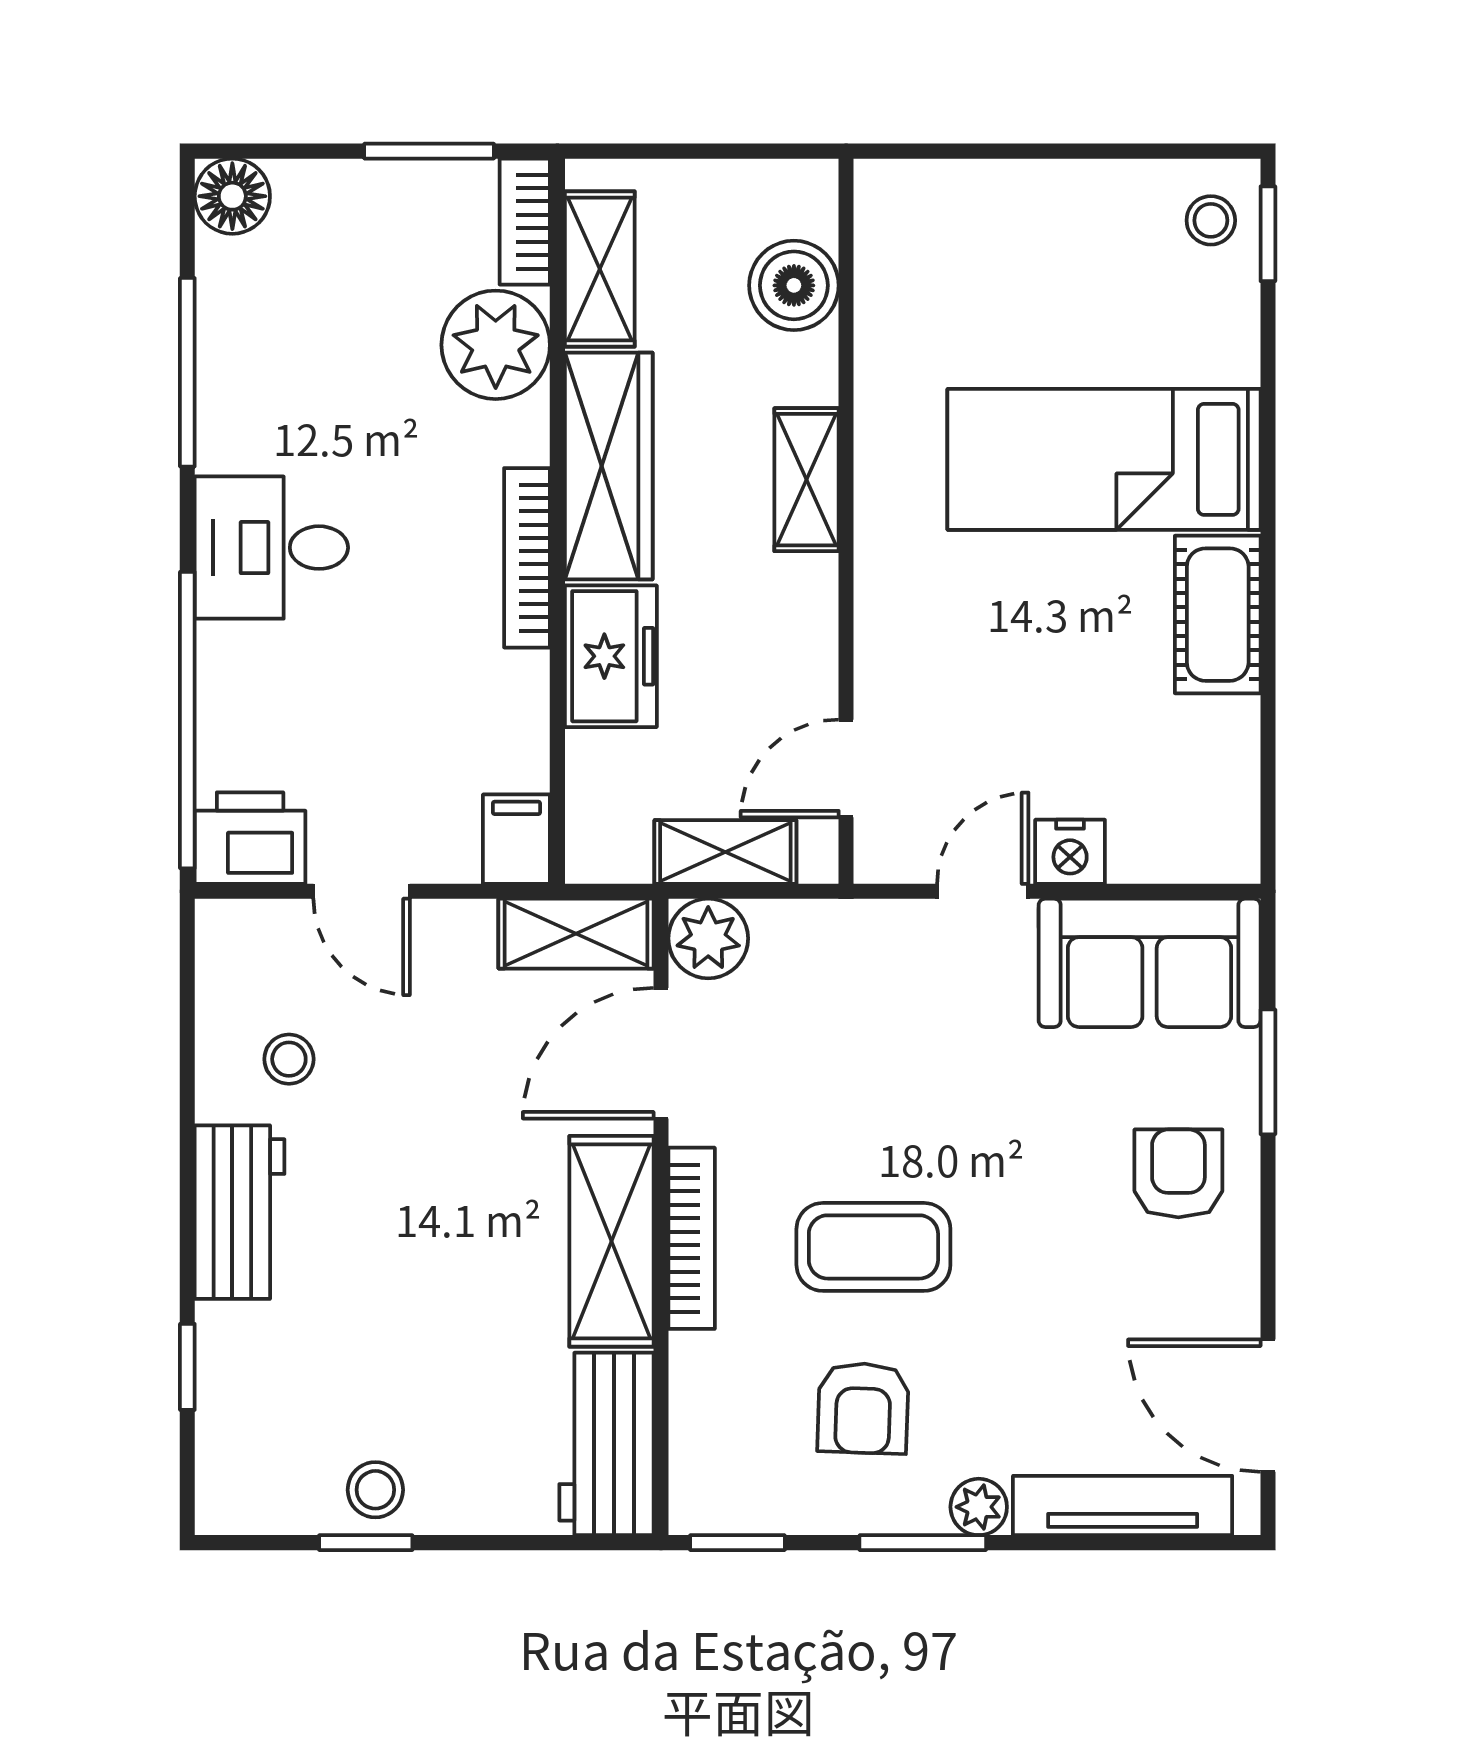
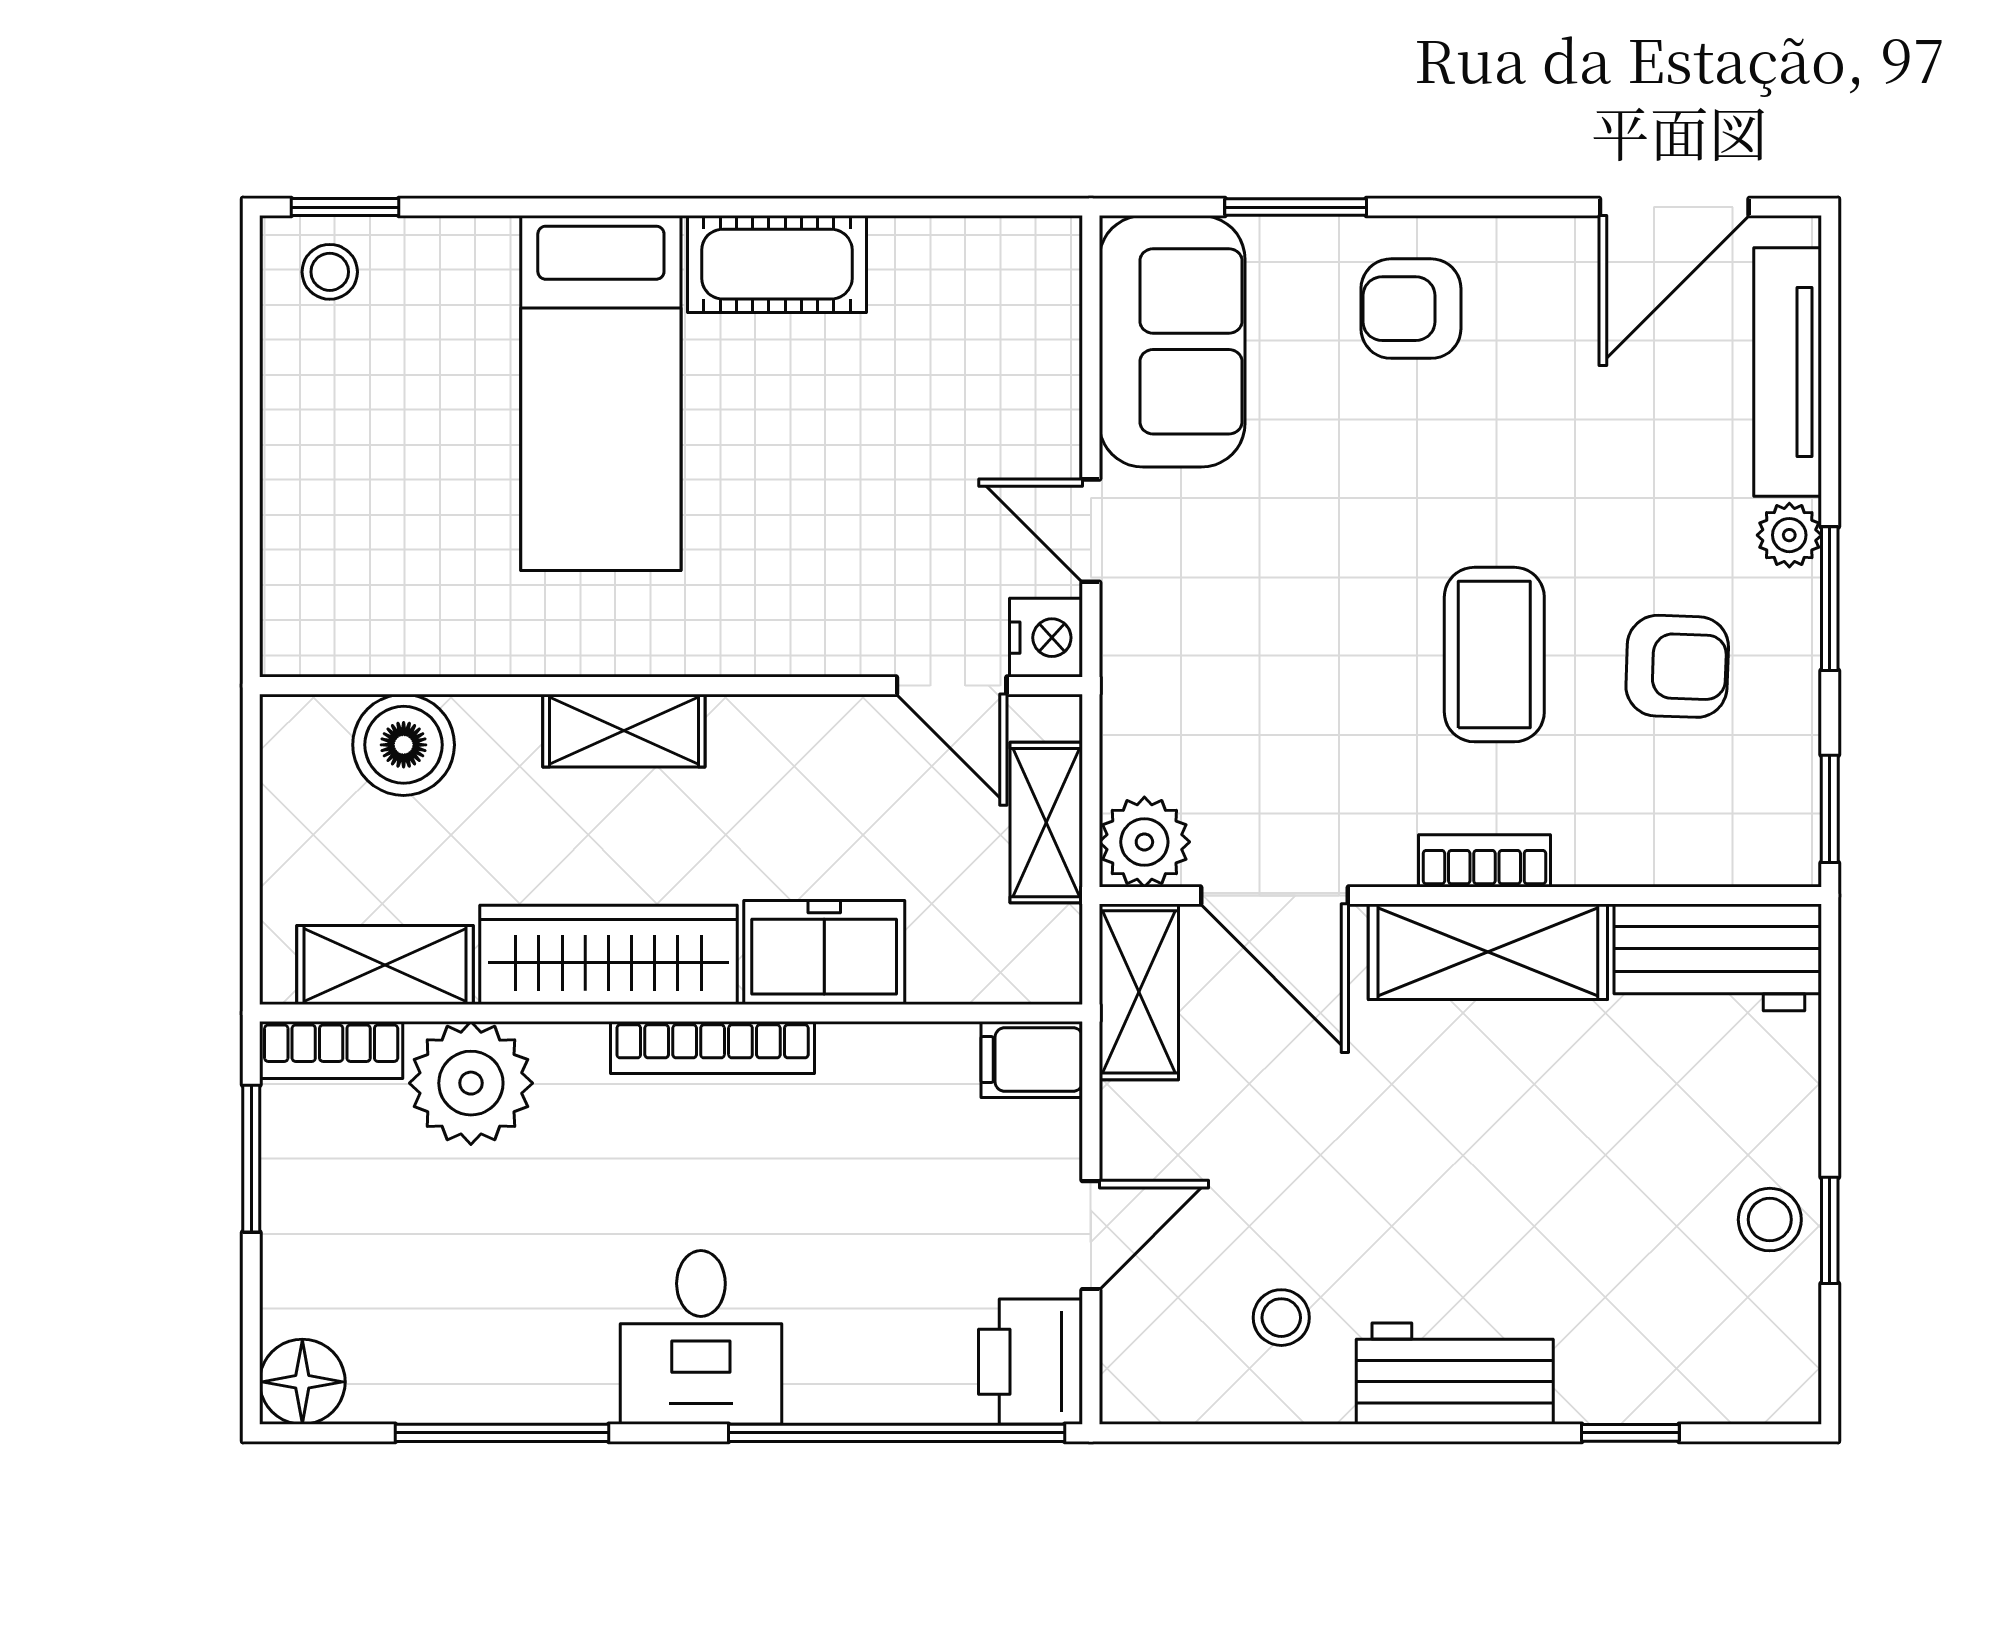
nightstand: (1070, 852) -> (1046, 638), moved
bookcase: (692, 1238) -> (1484, 861), width x0.64

